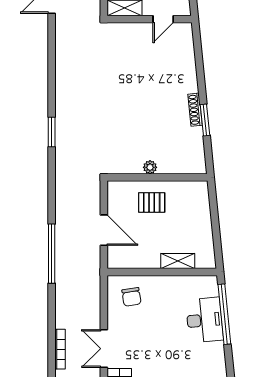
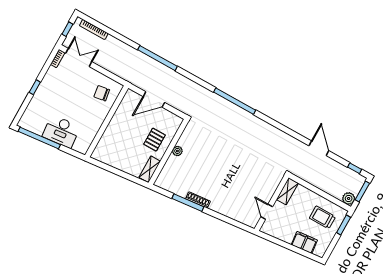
window: (205, 120) -> (188, 203), width x1.44
window: (52, 132) -> (235, 101), width x2.11
shelving: (178, 261) -> (150, 169), moved
window: (224, 314) -> (39, 138), moved

